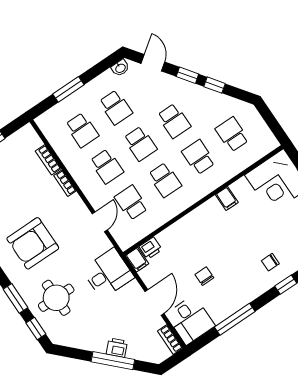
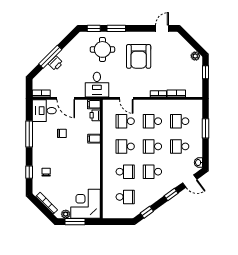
window: (214, 85) -> (147, 212), moved
filing cabinet: (227, 199) -> (94, 139), moved
school desk: (131, 203) -> (125, 121), turned 180
armchair: (33, 243) -> (139, 56), turned 180

